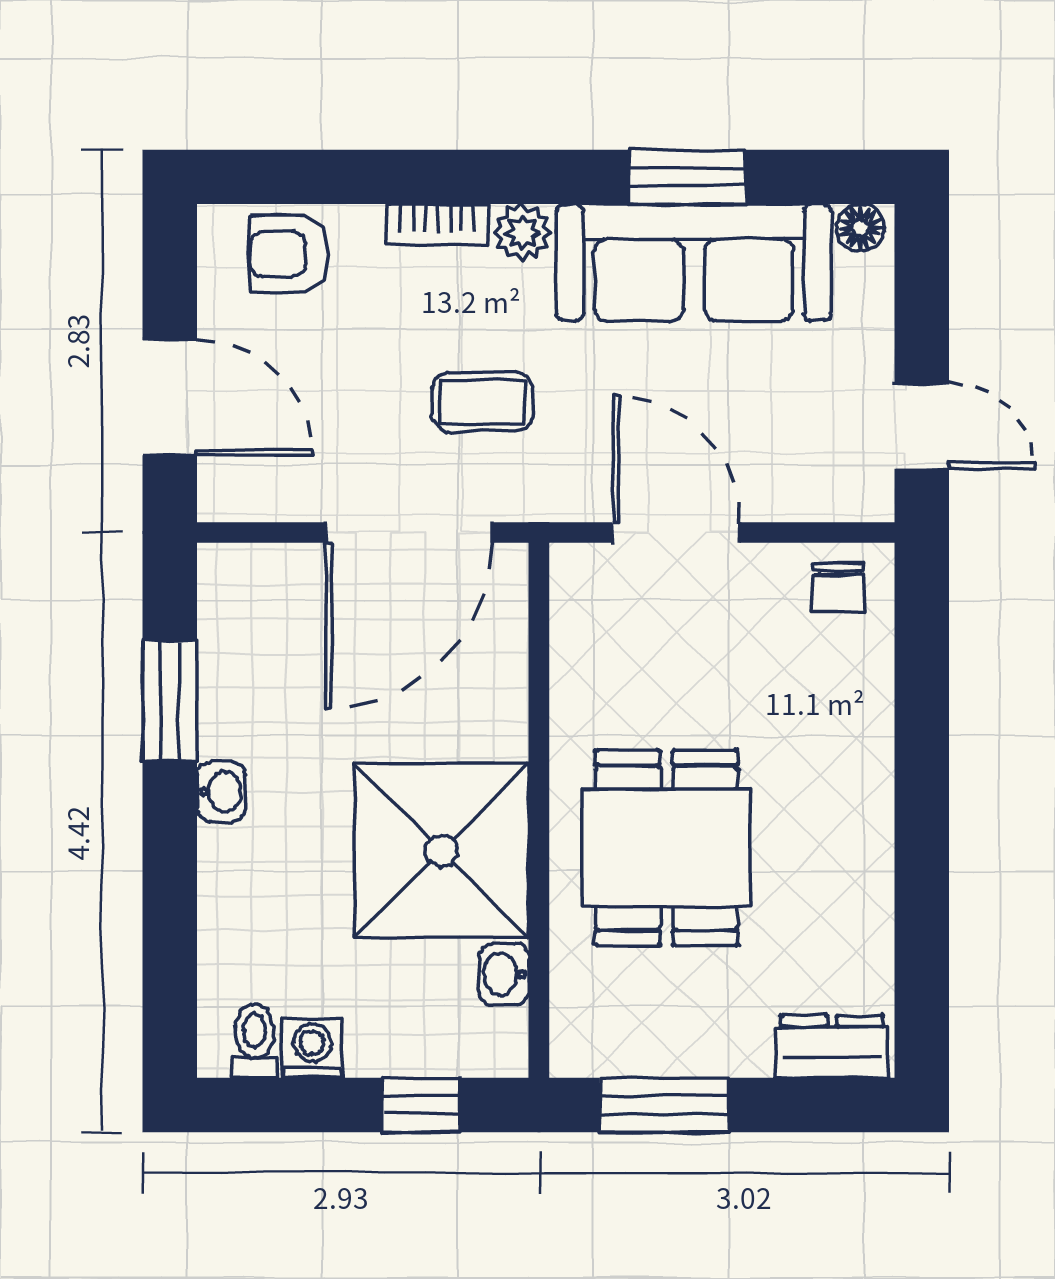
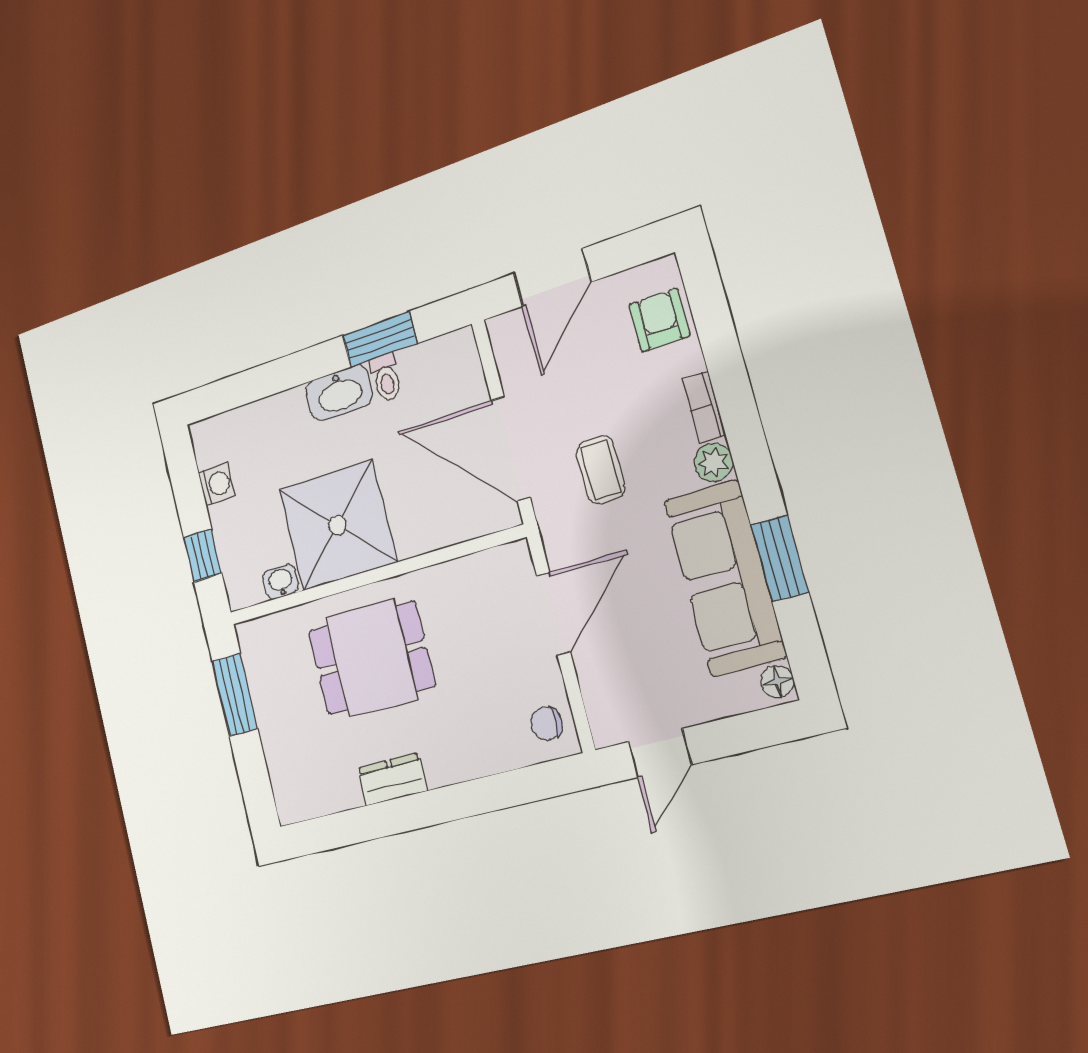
washbasin: (221, 792) -> (339, 393), width x1.91, depth x1.45
toilet: (255, 1041) -> (386, 378), moved, turned 90
dresser: (832, 1047) -> (392, 779), moved, turned -90

